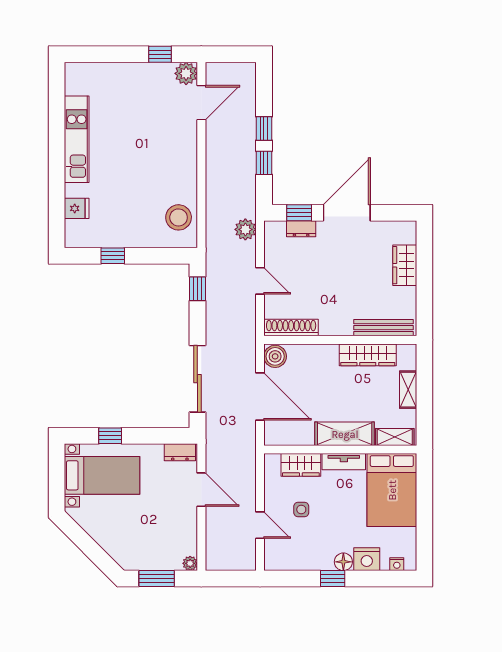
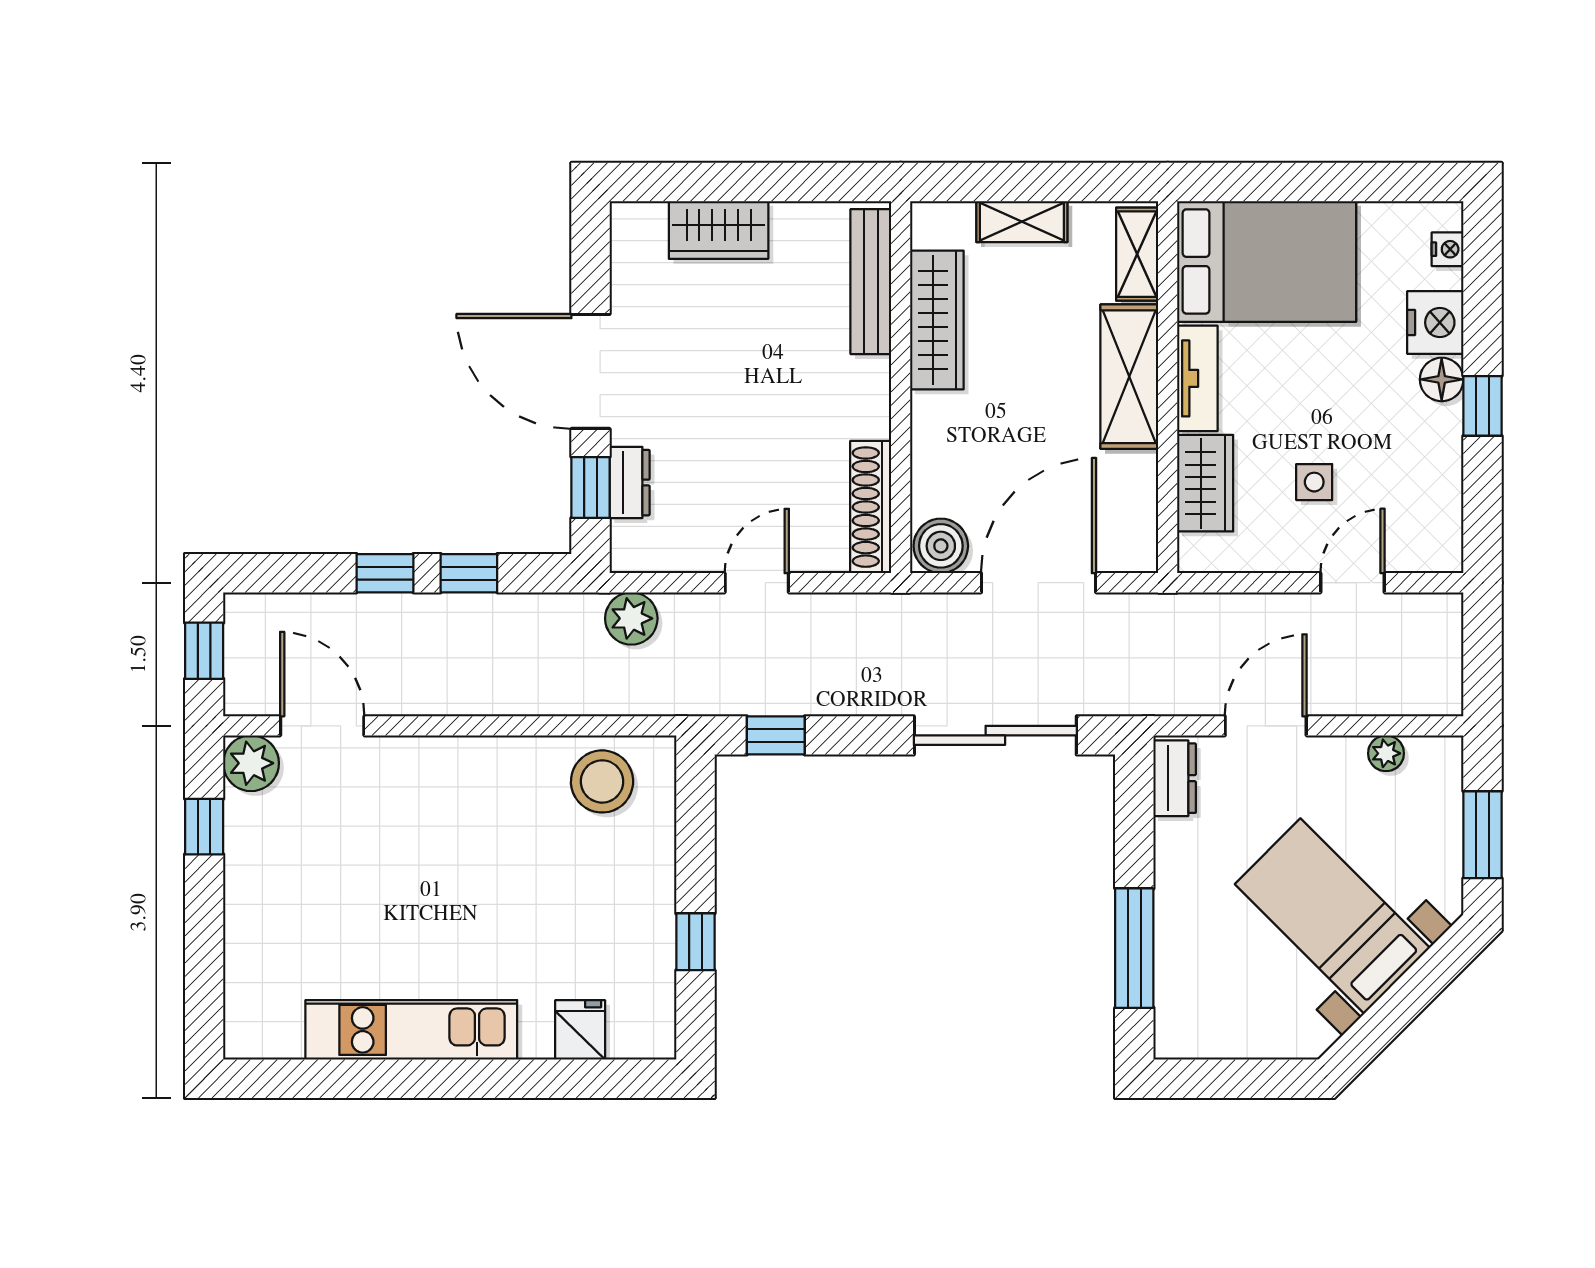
window: (232, 54) -> (204, 651), added
window: (110, 436) -> (1134, 948), width x2.17
bed with nightstands: (102, 475) -> (1332, 916), moved, turned -45
plant: (190, 563) -> (1386, 753), moved

